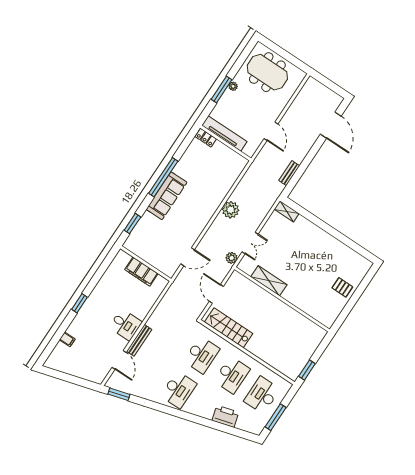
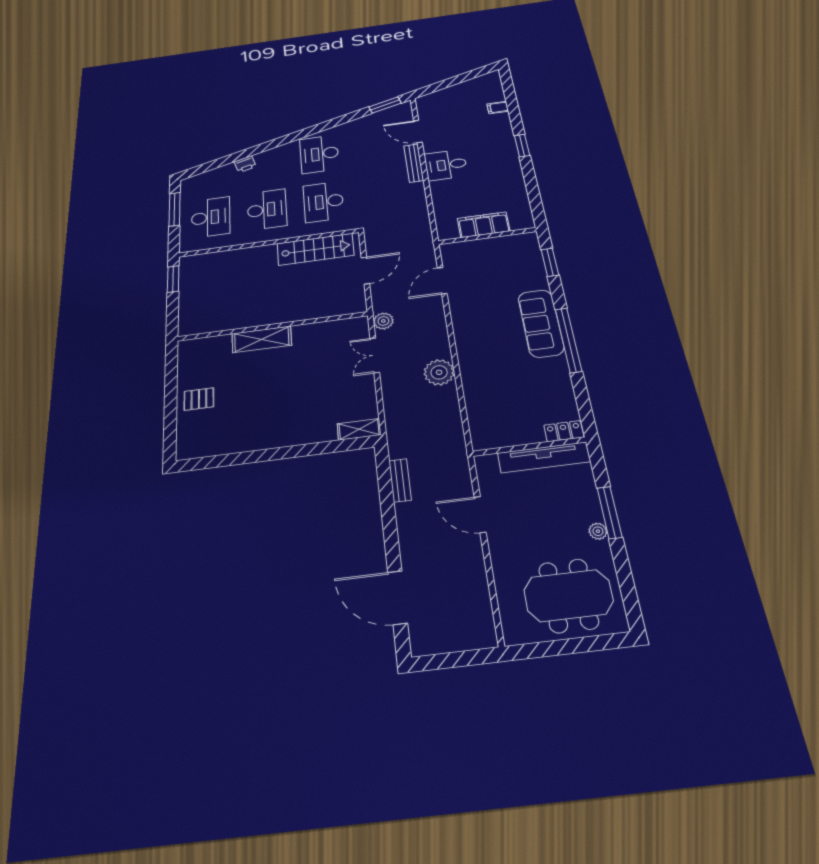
shelving: (269, 281) -> (262, 339), moved
door: (216, 294) -> (365, 271), hinge flipped
desk: (232, 375) -> (267, 210), turned 180
printer: (225, 416) -> (245, 164), width x0.53, depth x0.68

